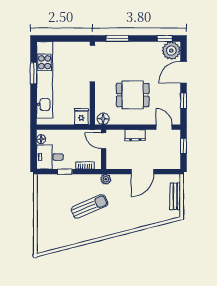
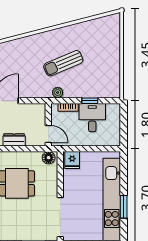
floor lamp: (41, 139) -> (115, 136), removed
desk: (50, 157) -> (92, 118), moved, turned -90
plant: (106, 179) -> (58, 93), moved

